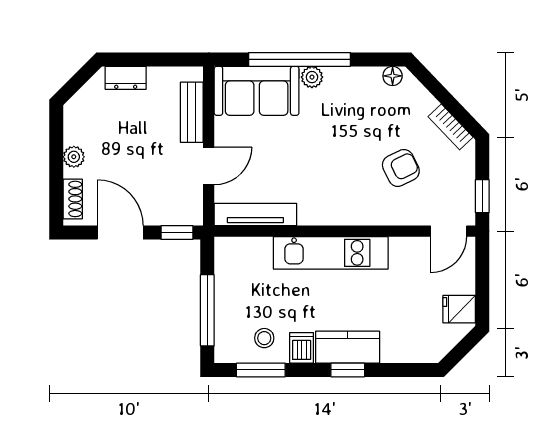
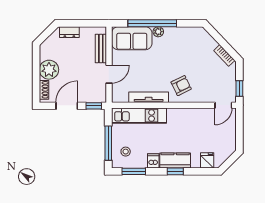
floor lamp: (393, 76) -> (197, 31), removed
plant: (74, 157) -> (49, 70), width x1.87, depth x1.87
armchair: (401, 168) -> (181, 86), moved
tv unit: (255, 215) -> (149, 97), moved
door: (120, 233) -> (67, 106), hinge flipped
kitchen unit: (331, 253) -> (139, 116), moved
fridge: (459, 309) -> (207, 160), moved, turned 90
stool: (264, 338) -> (126, 152), moved

